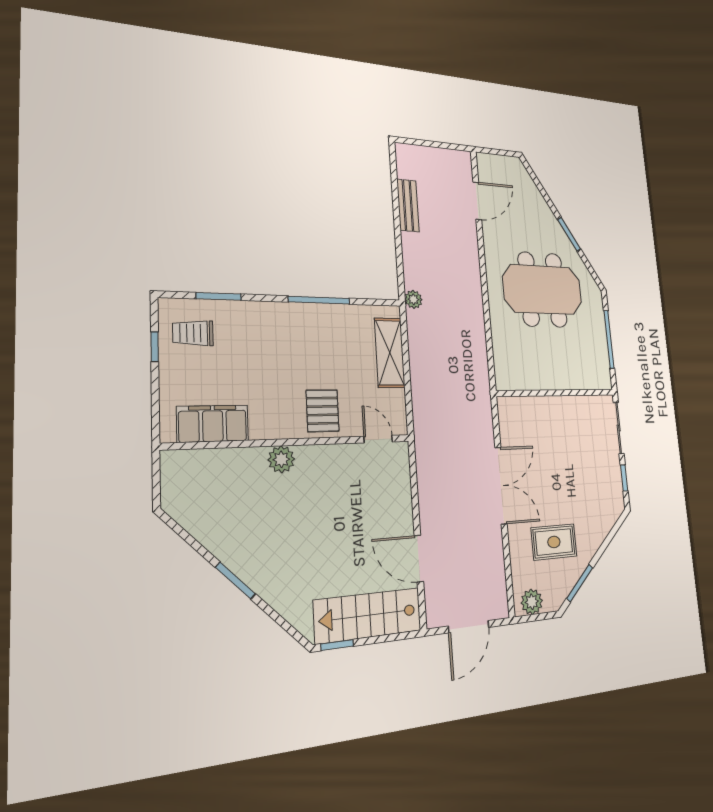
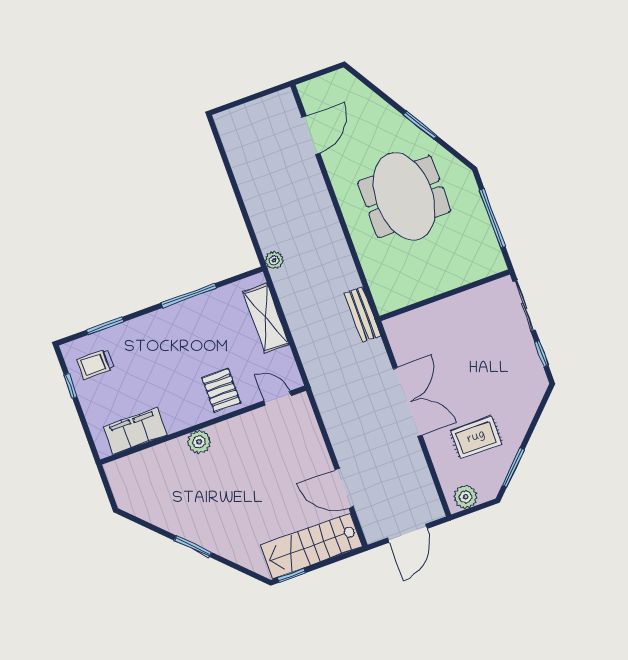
bench: (408, 205) -> (362, 314), moved
meeting table: (542, 290) -> (404, 197), turned 90

